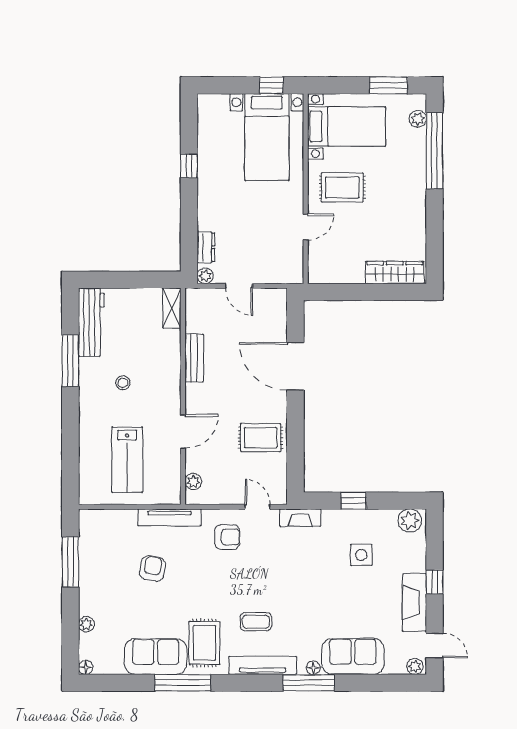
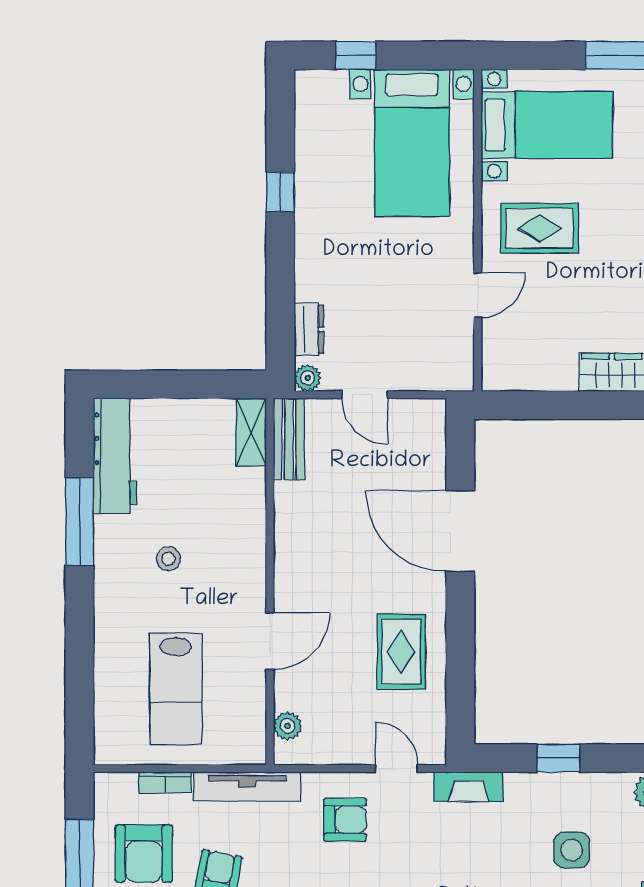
window: (271, 85) -> (356, 56), moved
bench: (194, 358) -> (289, 439), moved
rug: (261, 438) -> (401, 652), turned 90
bookcase: (121, 515) -> (165, 782), added
armchair: (108, 557) -> (144, 854), added

